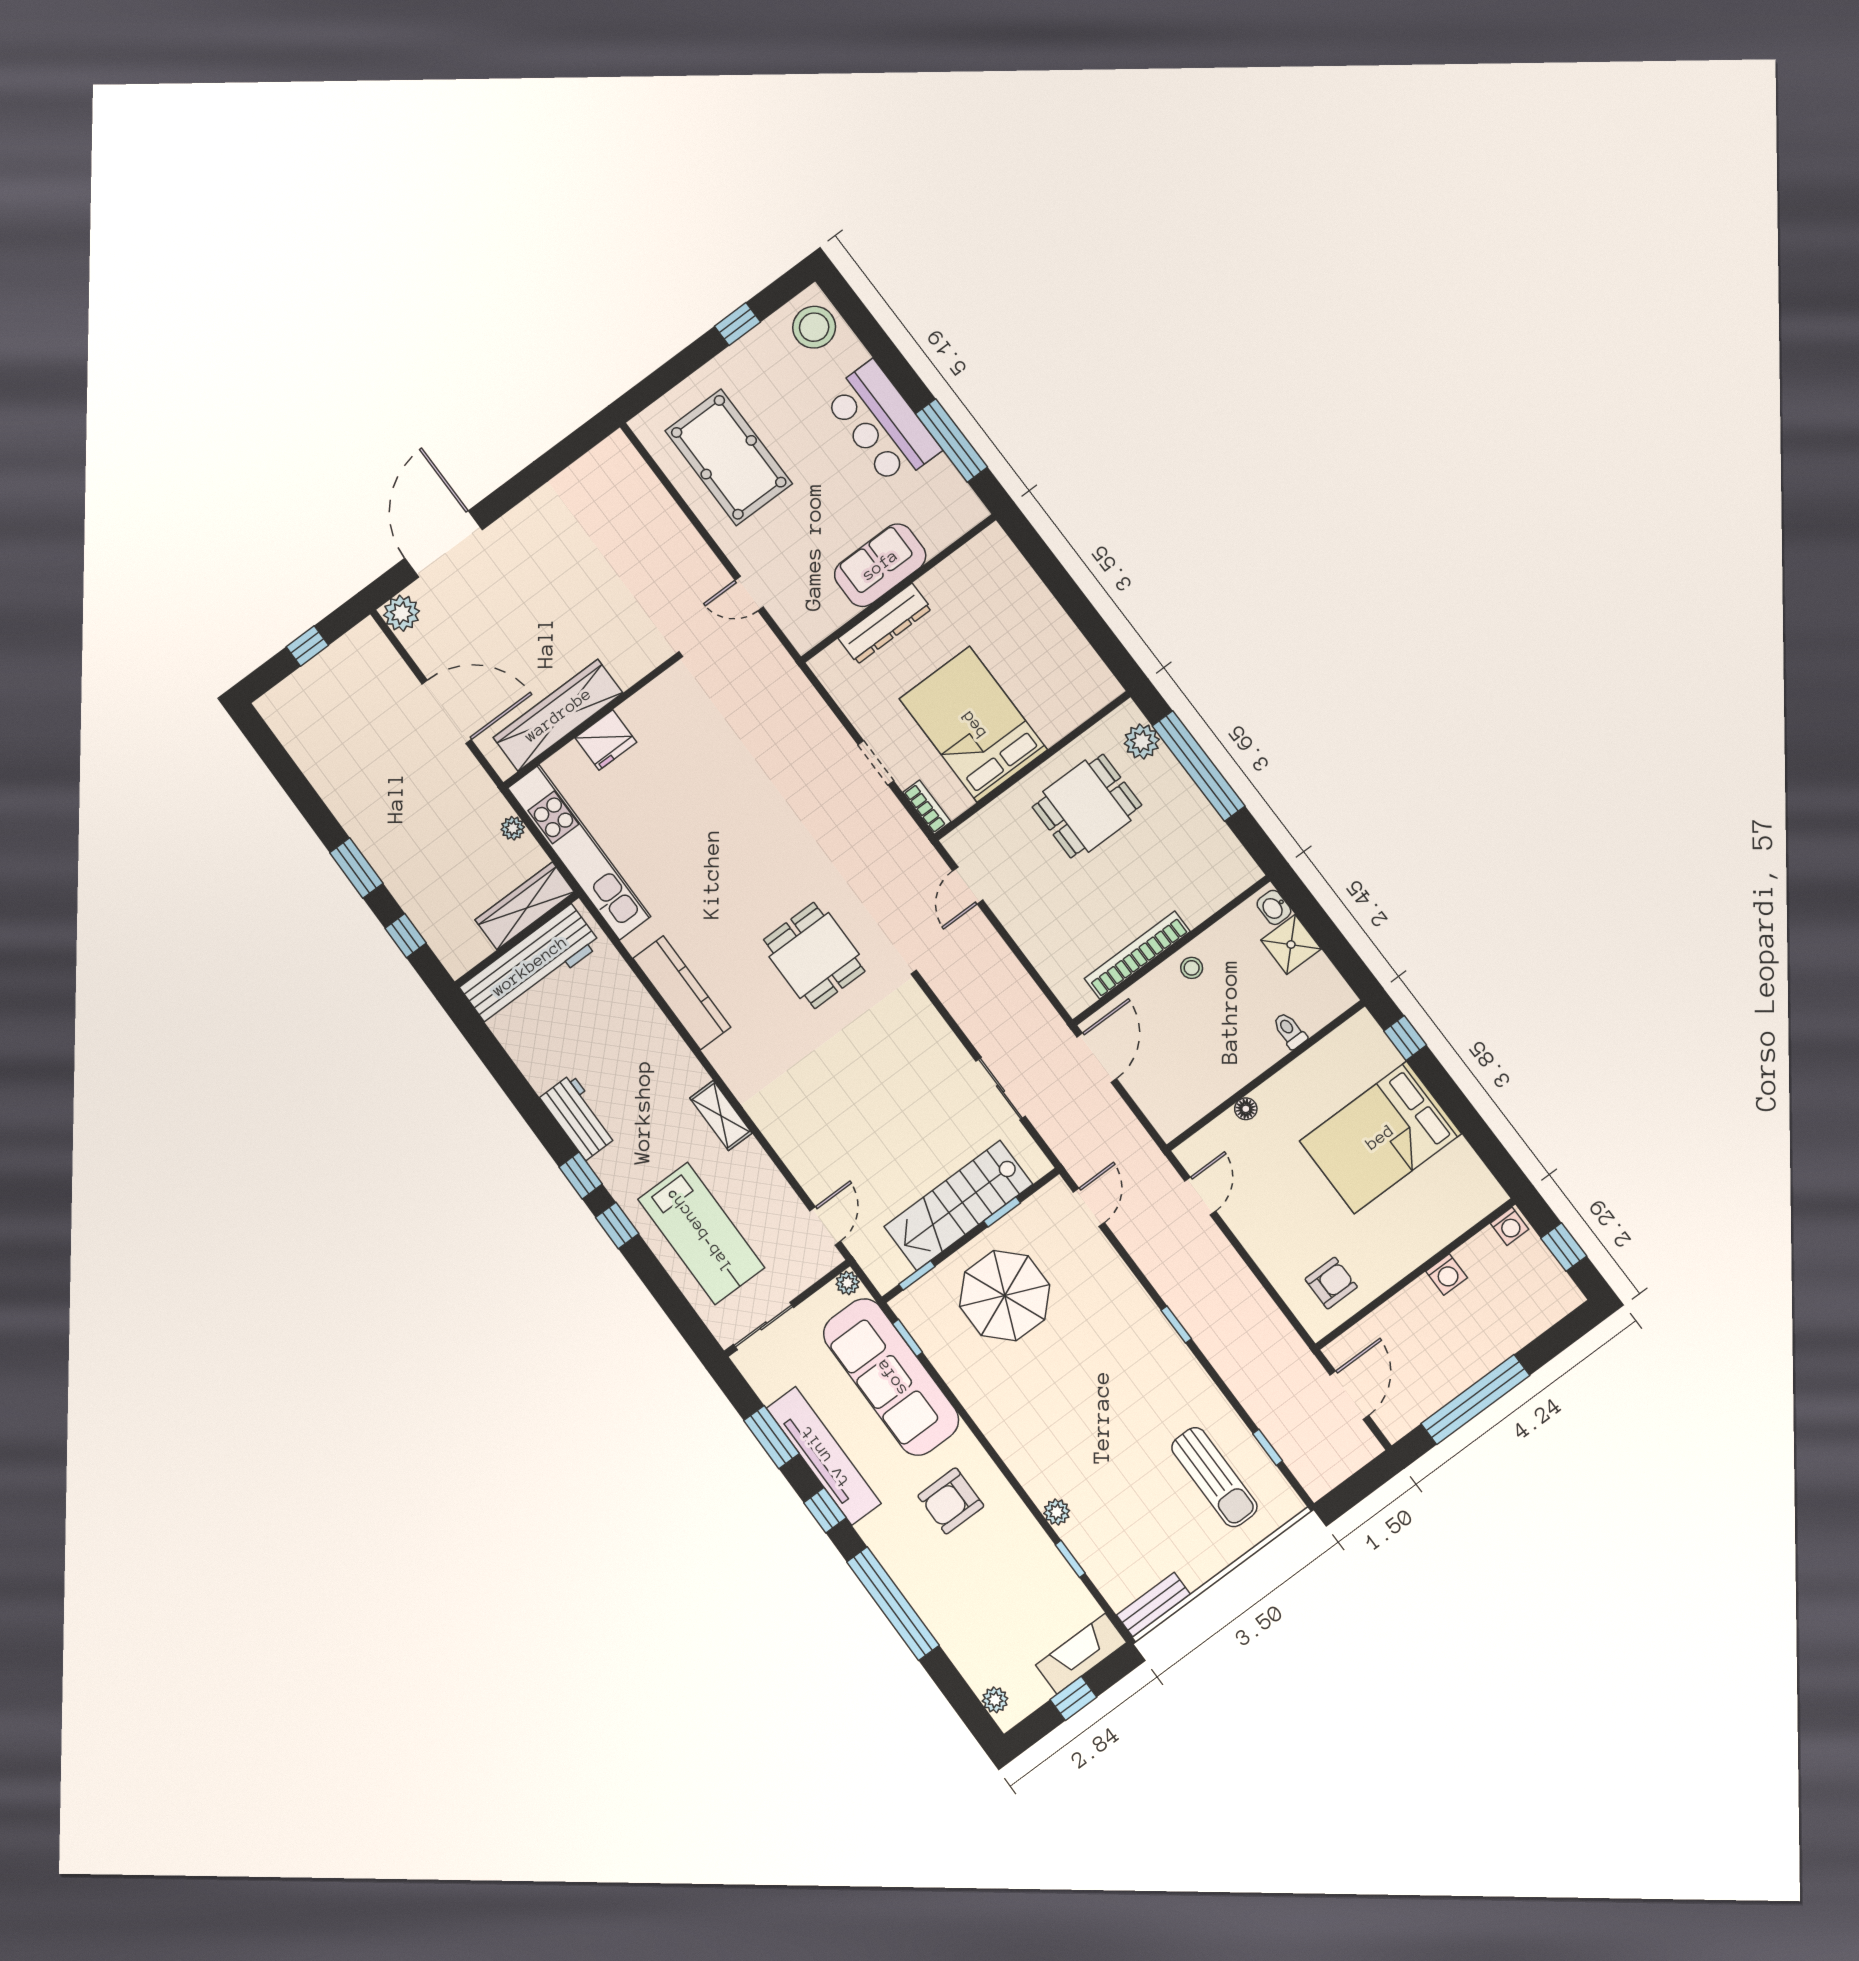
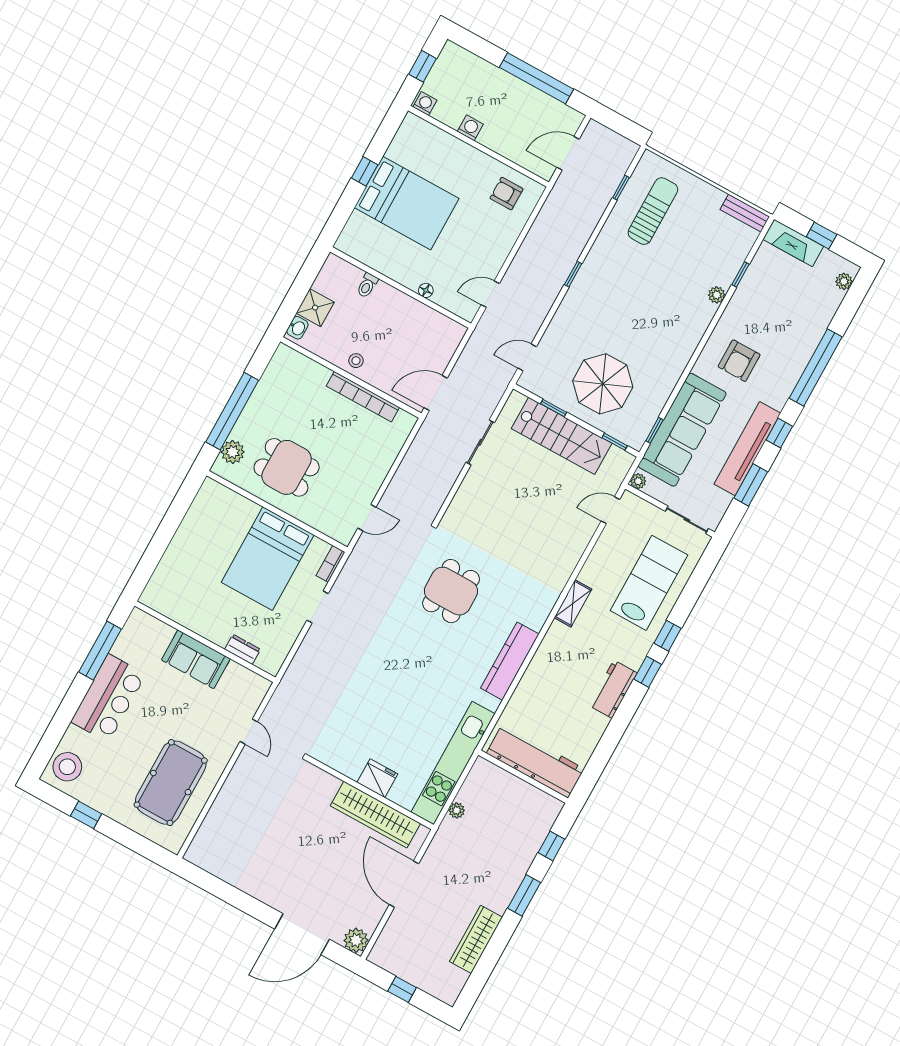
dresser: (885, 624) -> (243, 649), width x0.51, depth x0.80
wardrobe: (525, 906) -> (476, 939), moved, turned 90
window: (1405, 1038) -> (365, 171), moved
armchair: (951, 1501) -> (739, 361), turned 90

